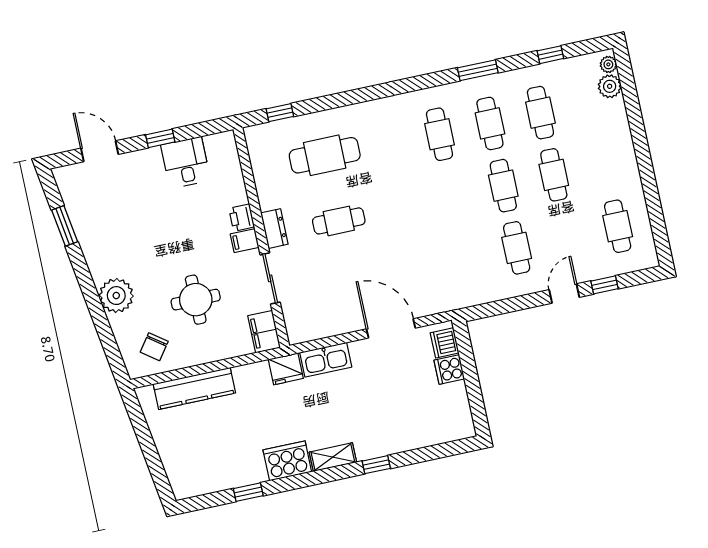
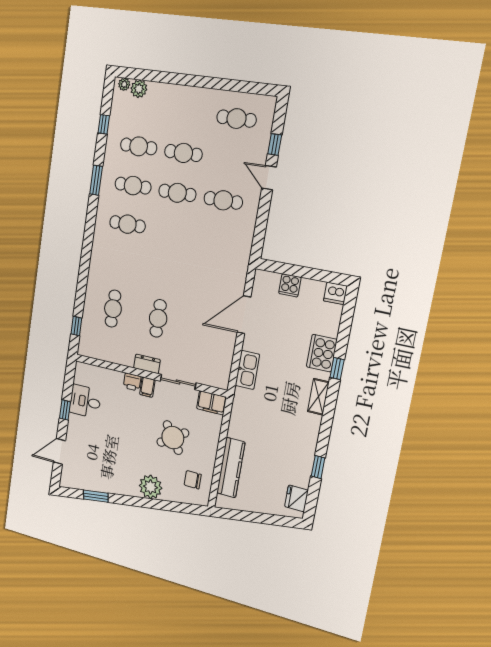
cafe table: (325, 155) -> (113, 309), width x0.73, depth x0.74
round table: (196, 300) -> (173, 438), turned -34
dishwasher: (445, 343) -> (335, 293), moved
chair: (154, 347) -> (193, 480), turned 144
fridge: (286, 369) -> (296, 498), moved, turned 180
cooker: (287, 461) -> (322, 353), moved

